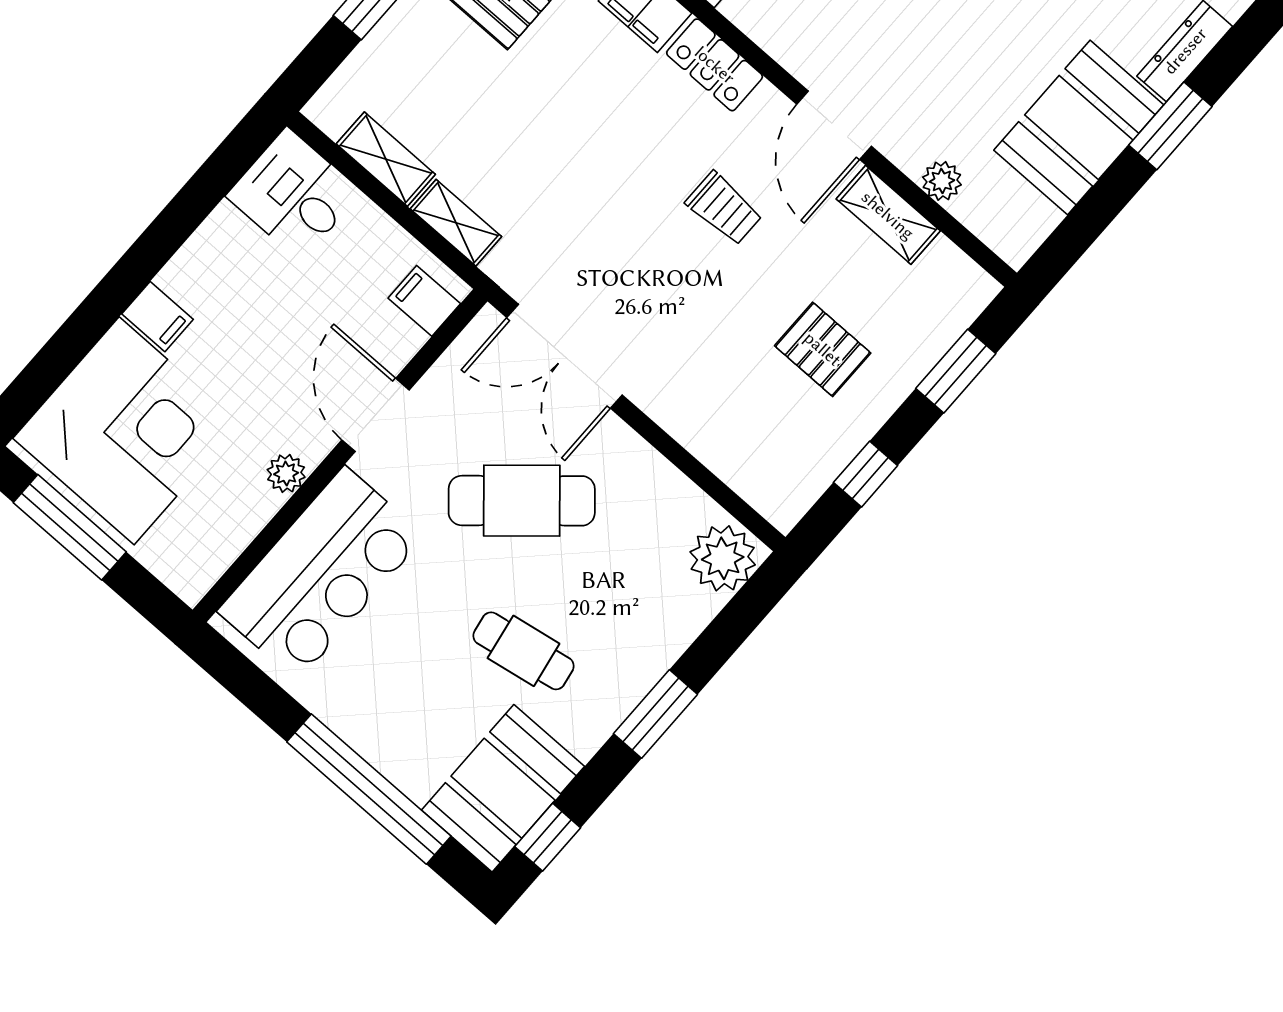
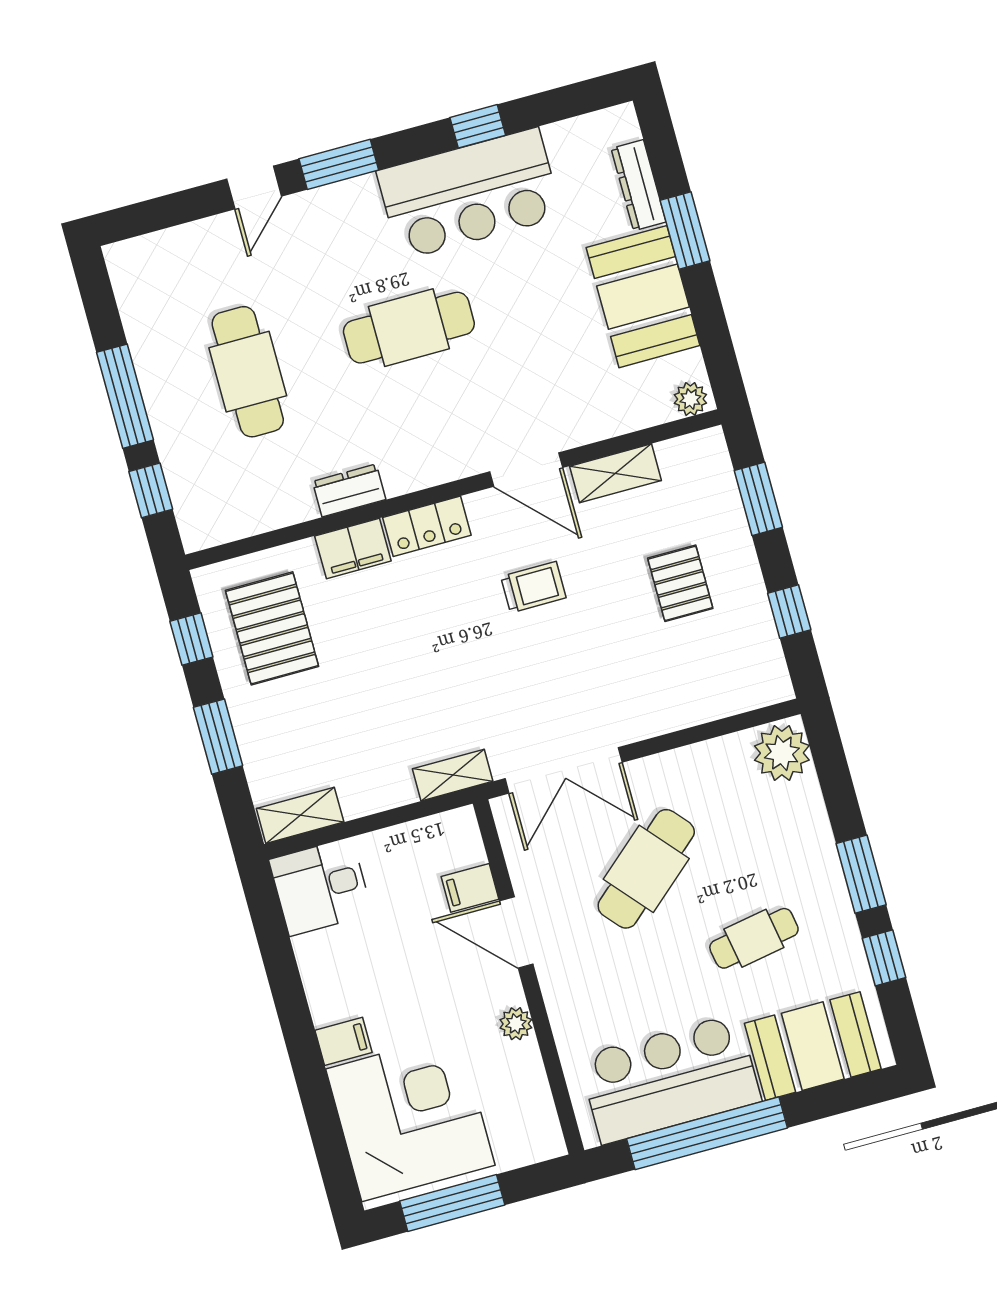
shelving: (386, 159) -> (300, 815), moved
plant: (942, 181) -> (690, 399), moved
shelving: (456, 223) -> (453, 775), moved
filing cabinet: (424, 301) -> (470, 888), moved
pallet: (823, 349) -> (680, 583), turned 90
bar counter: (321, 574) -> (670, 1079), moved, turned -90
booth: (503, 788) -> (813, 1046), moved, turned 90
window: (369, 789) -> (707, 1133), moved
window: (548, 837) -> (884, 958), moved

